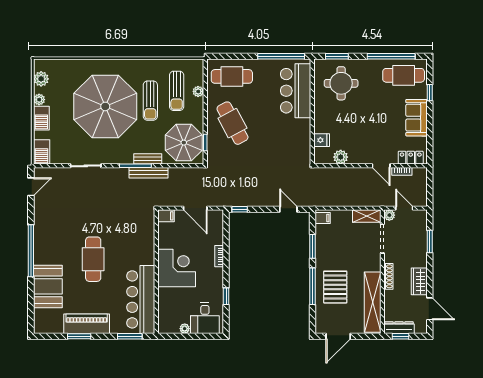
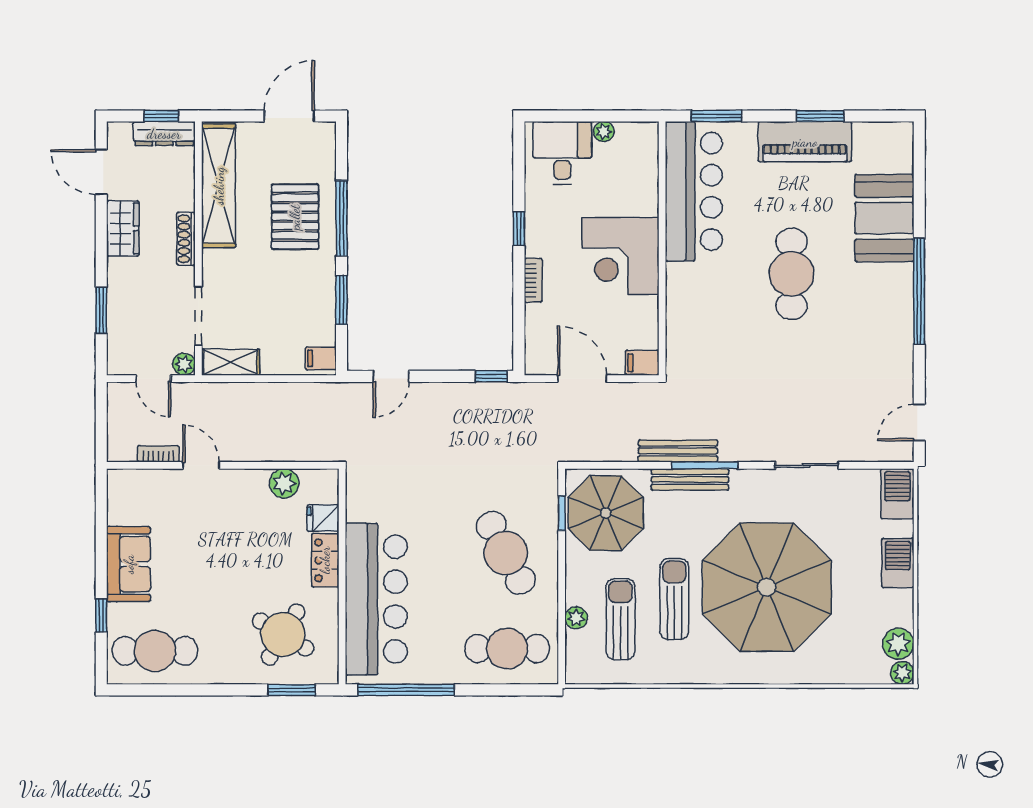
window: (391, 56) -> (181, 690), removed
round table: (341, 83) -> (283, 635), turned 31
bar counter: (296, 91) -> (376, 599), width x1.36
plant: (39, 100) -> (902, 673), moved
locker: (411, 158) -> (325, 560), moved, turned 90
bench: (148, 159) -> (690, 479), width x1.36
door: (288, 209) -> (391, 376), hinge flipped
window: (226, 296) -> (519, 229), moved

